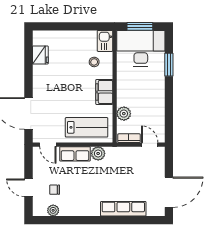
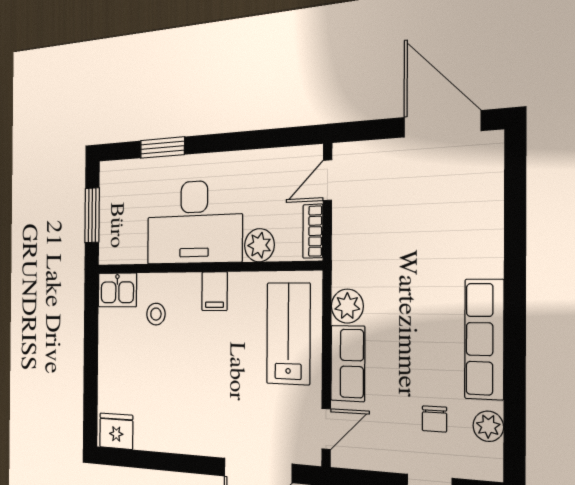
desk: (141, 48) -> (194, 222), moved, turned -90
fridge: (40, 55) -> (116, 431), moved
filing cabinet: (104, 92) -> (215, 291), width x0.50
row of seats: (123, 209) -> (484, 339), moved

